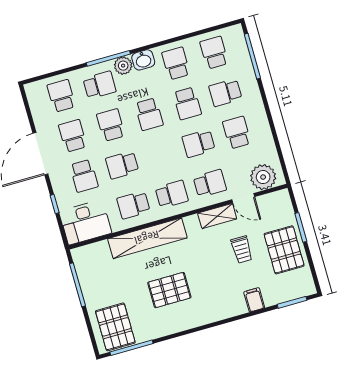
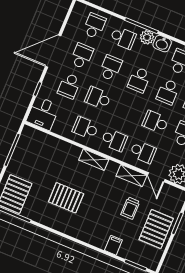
desk: (85, 222) -> (43, 113), width x0.73
shelving: (147, 238) -> (94, 160), width x0.45, depth x0.75

